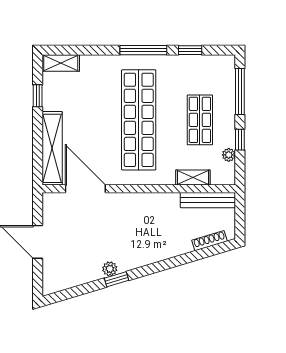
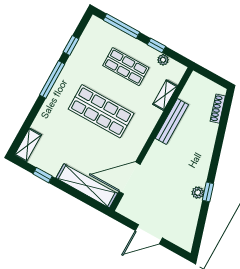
shop shelf: (139, 120) -> (101, 111), width x0.71
bench: (208, 200) -> (172, 122), moved

